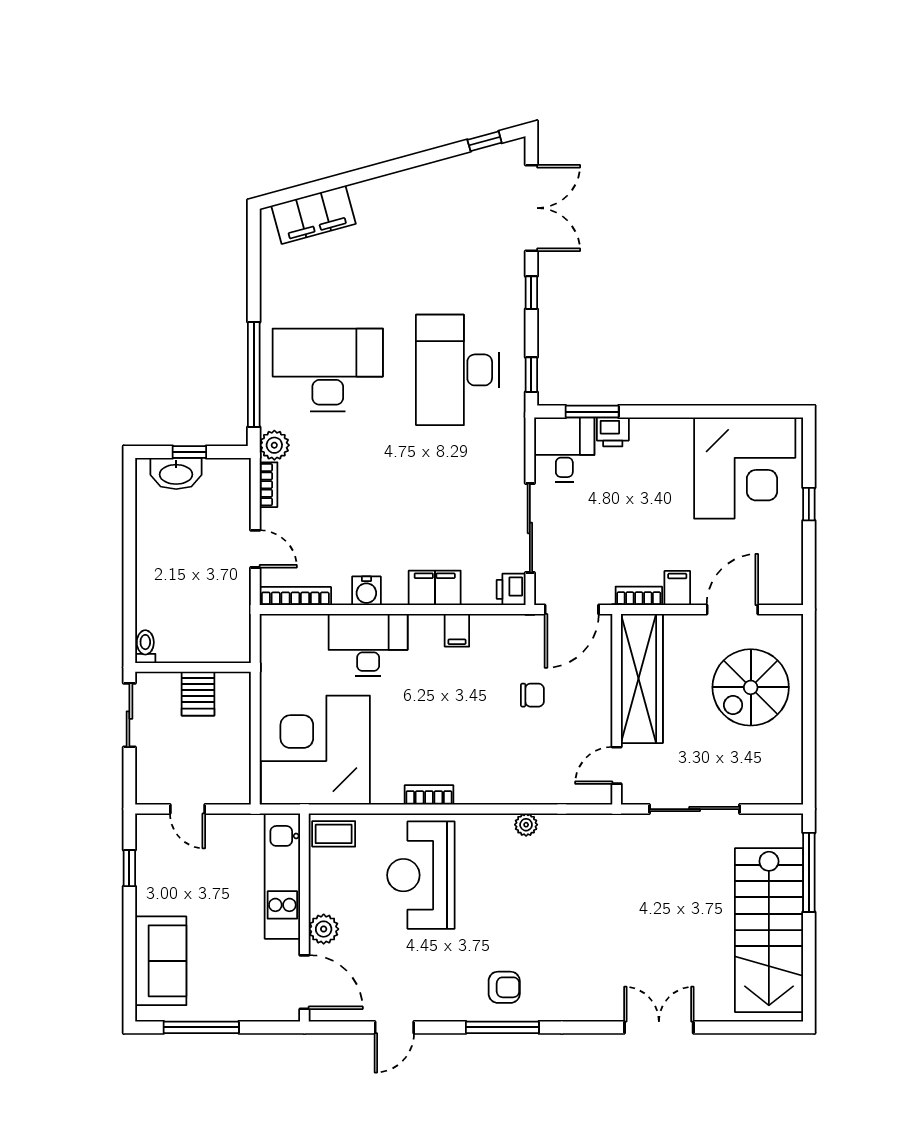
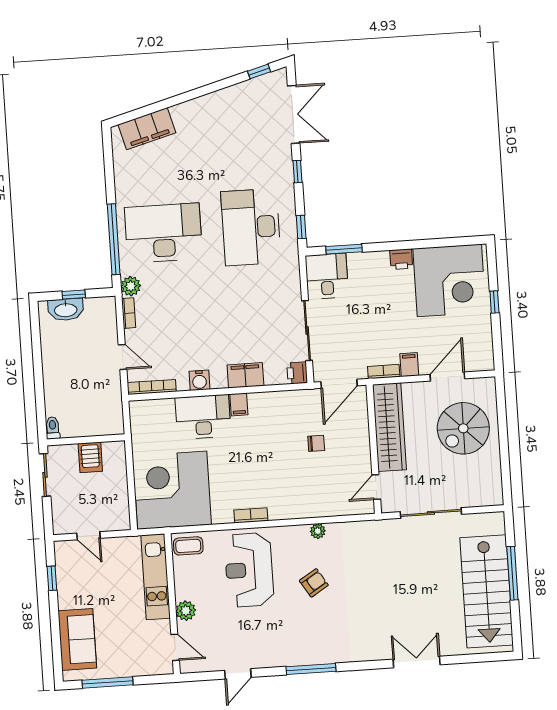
printer: (613, 432) -> (401, 259), moved
filing cabinet: (457, 630) -> (239, 404), moved
window: (809, 872) -> (512, 573), moved
door: (304, 982) -> (175, 647), width x0.73
armchair: (504, 987) -> (314, 583), moved, turned -32

